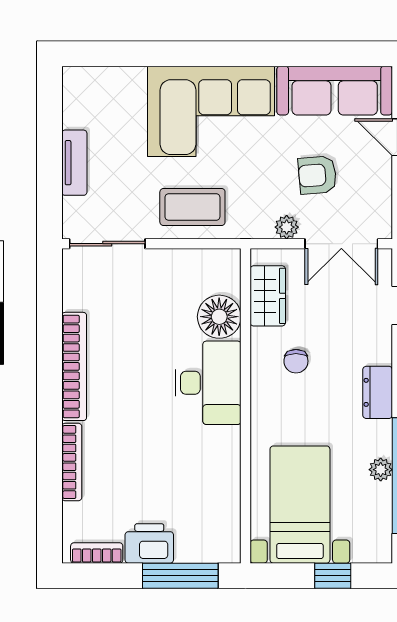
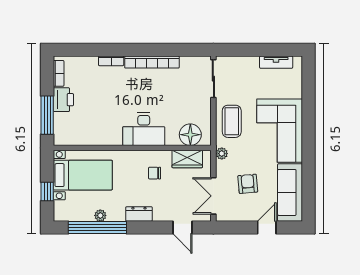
tv unit: (74, 163) -> (276, 62), moved
plant: (287, 227) -> (222, 154), moved
floor lamp: (219, 317) -> (190, 135), moved
bookcase: (72, 462) -> (111, 61), width x0.64

